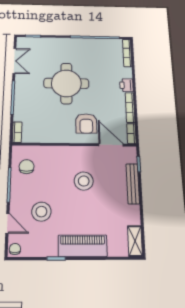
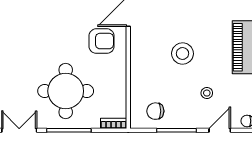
round table: (66, 83) -> (66, 91), moved
stool: (84, 181) -> (183, 54), moved
stool: (41, 212) -> (207, 93), width x0.53, depth x0.53

